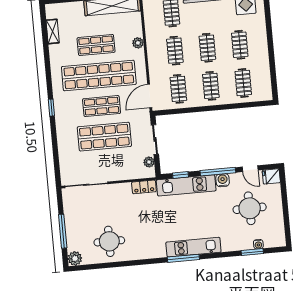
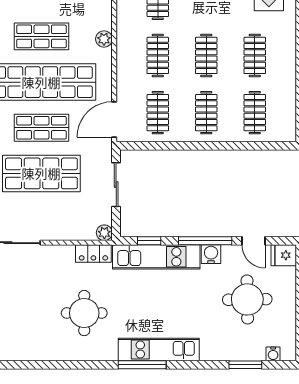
plant: (149, 162) -> (104, 233), moved
round table: (109, 241) -> (84, 313), moved
water cooler: (258, 244) -> (273, 354), moved

